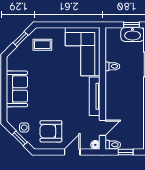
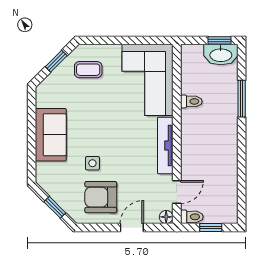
side table: (24, 128) -> (92, 163), moved

